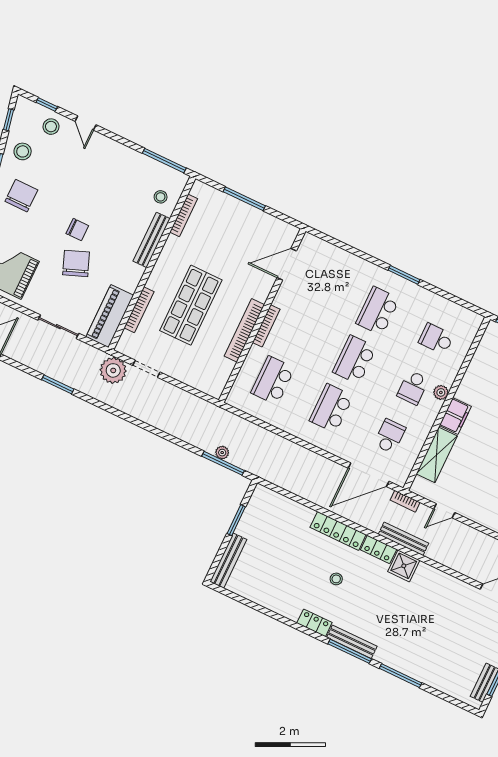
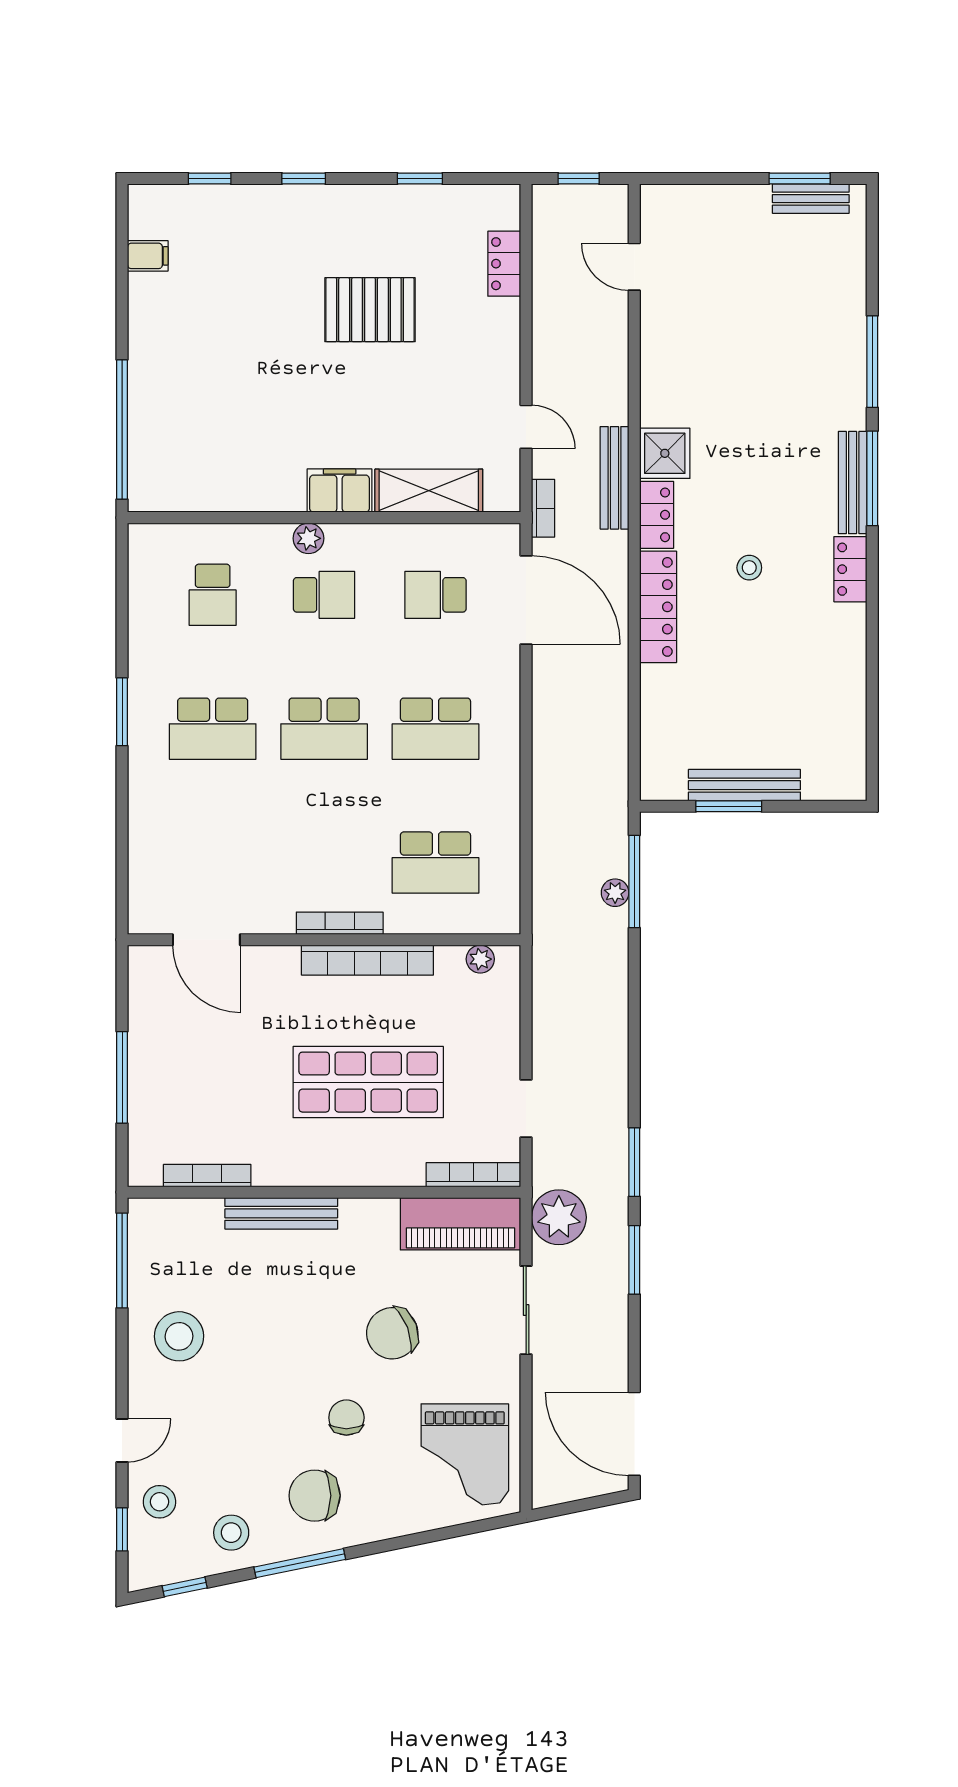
stool: (161, 197) -> (179, 1336), moved, width x1.89, depth x1.89
chair: (77, 230) -> (346, 1418), moved
bookcase: (139, 310) -> (473, 1175), moved
plant: (113, 370) -> (559, 1217), moved
plant: (221, 380) -> (480, 959), added
window: (100, 405) -> (634, 1162), added
bench: (228, 561) -> (744, 785), moved

